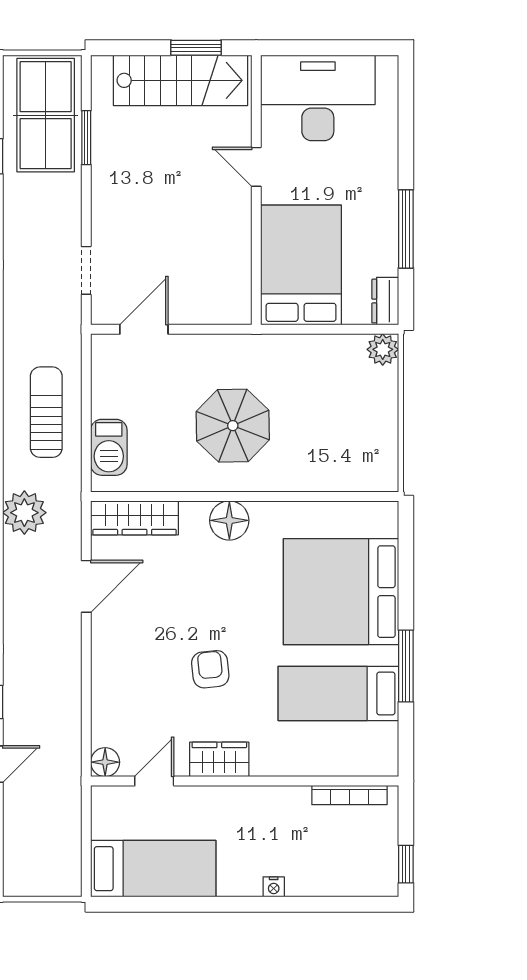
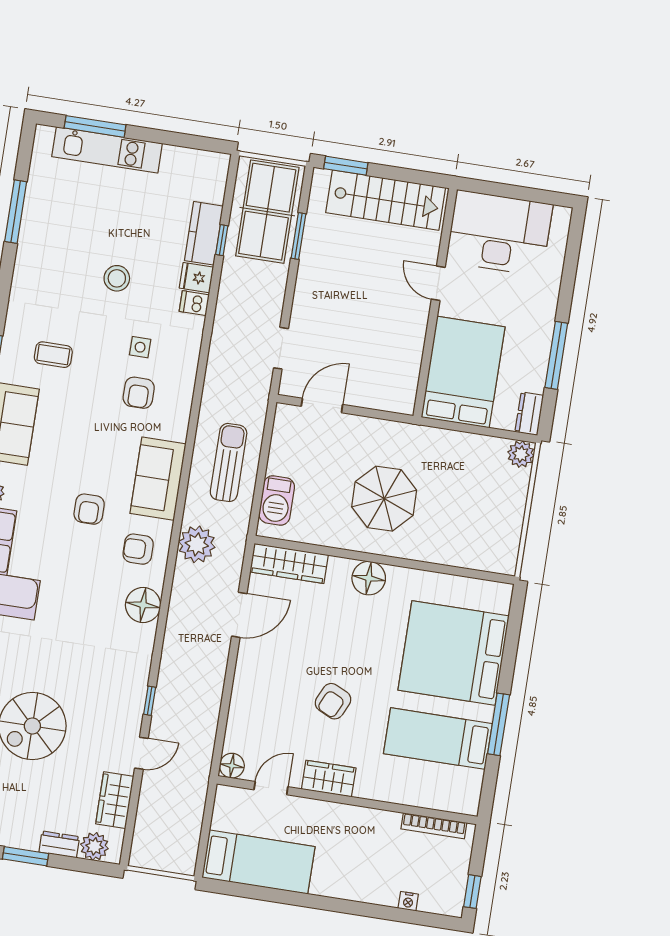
window: (196, 48) -> (346, 166), moved
armchair: (210, 669) -> (333, 701), turned -149
nightstand: (274, 887) -> (408, 901), moved

